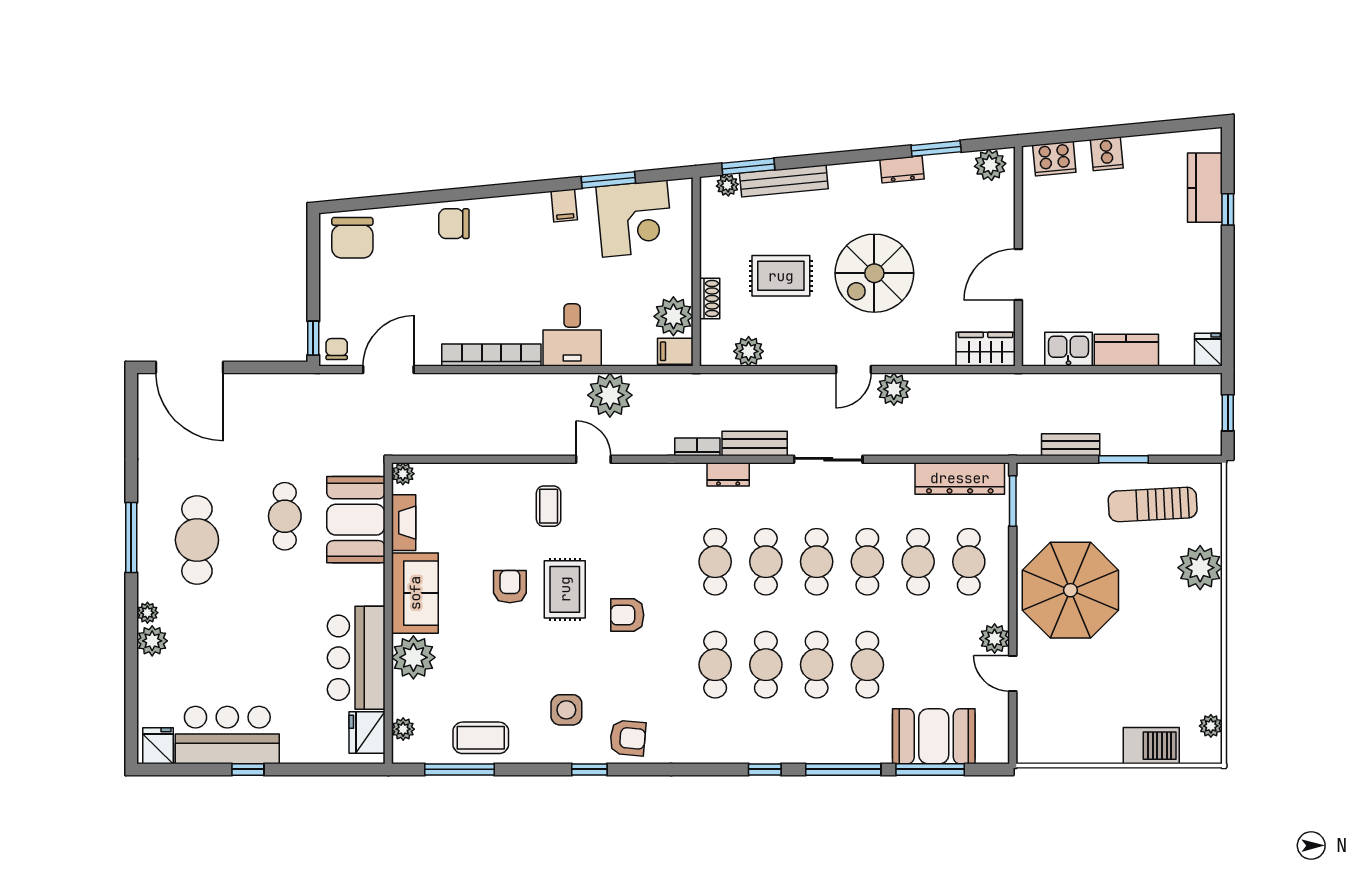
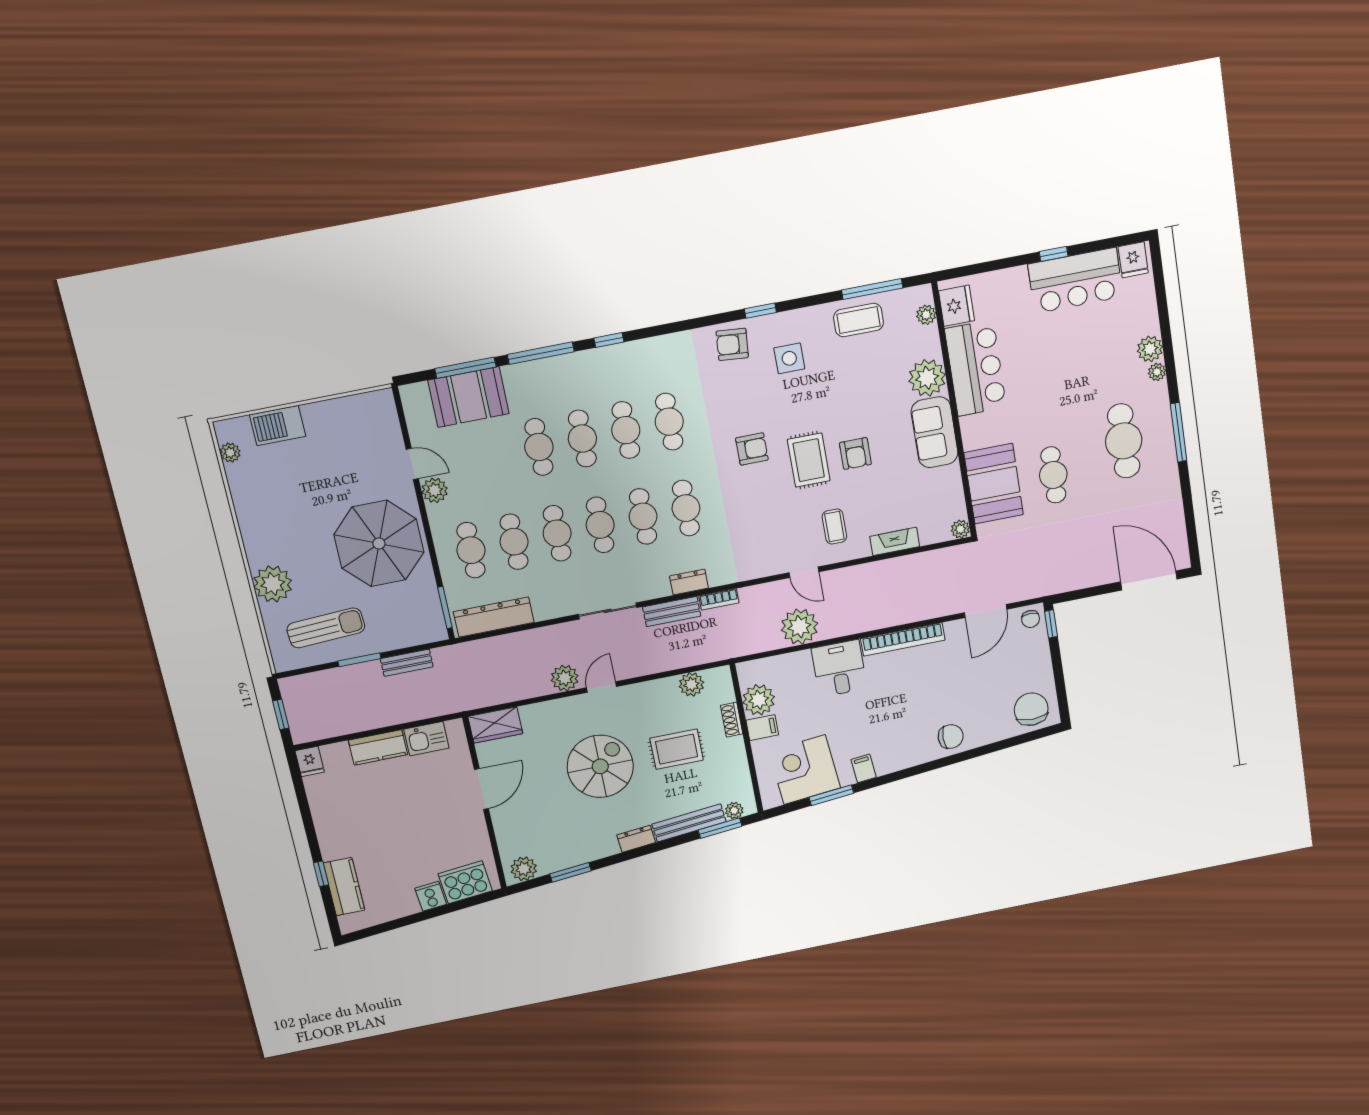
cooker: (1054, 159) -> (465, 882), width x1.37, depth x1.31
dresser: (902, 169) -> (636, 839), moved
filing cabinet: (675, 351) -> (762, 728), moved
fireplace: (404, 523) -> (895, 541), moved, turned 90

